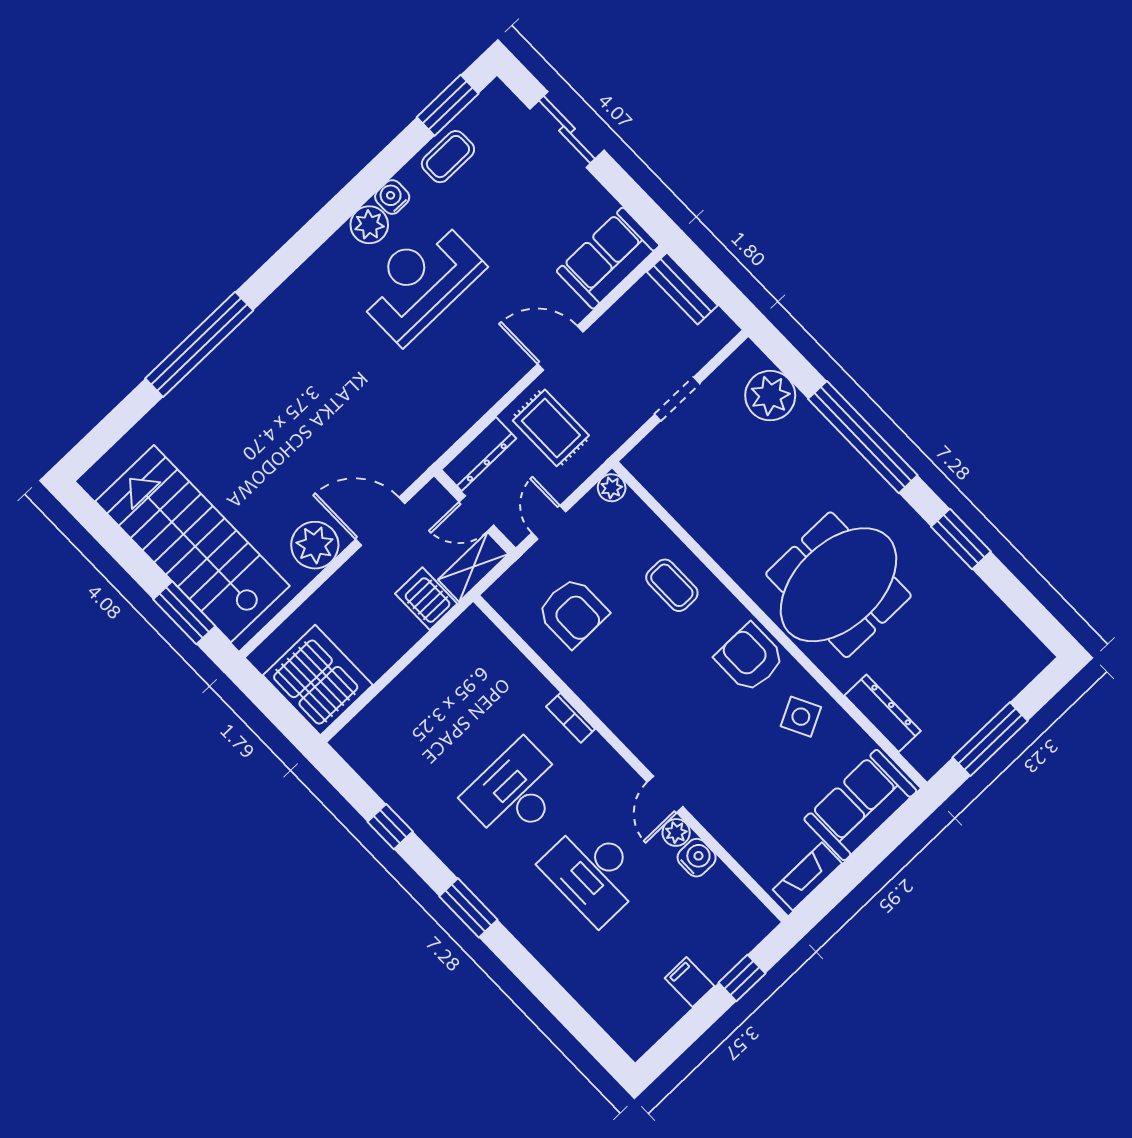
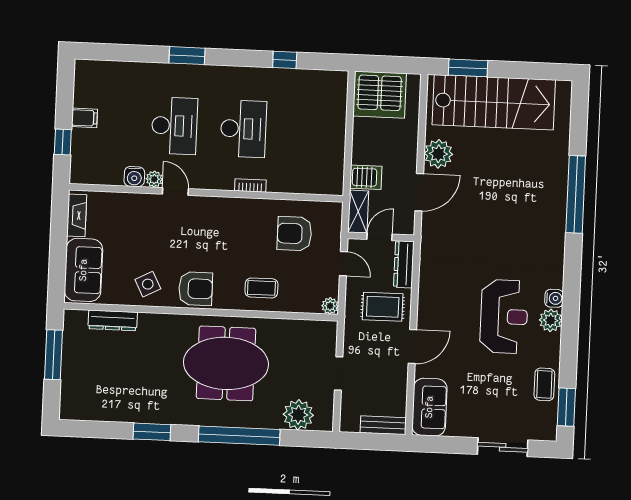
water cooler: (392, 197) -> (554, 298), moved
meeting table: (838, 585) -> (226, 363), moved, turned 90
desk: (593, 872) -> (174, 126), turned 90
window: (468, 908) -> (187, 56), moved

